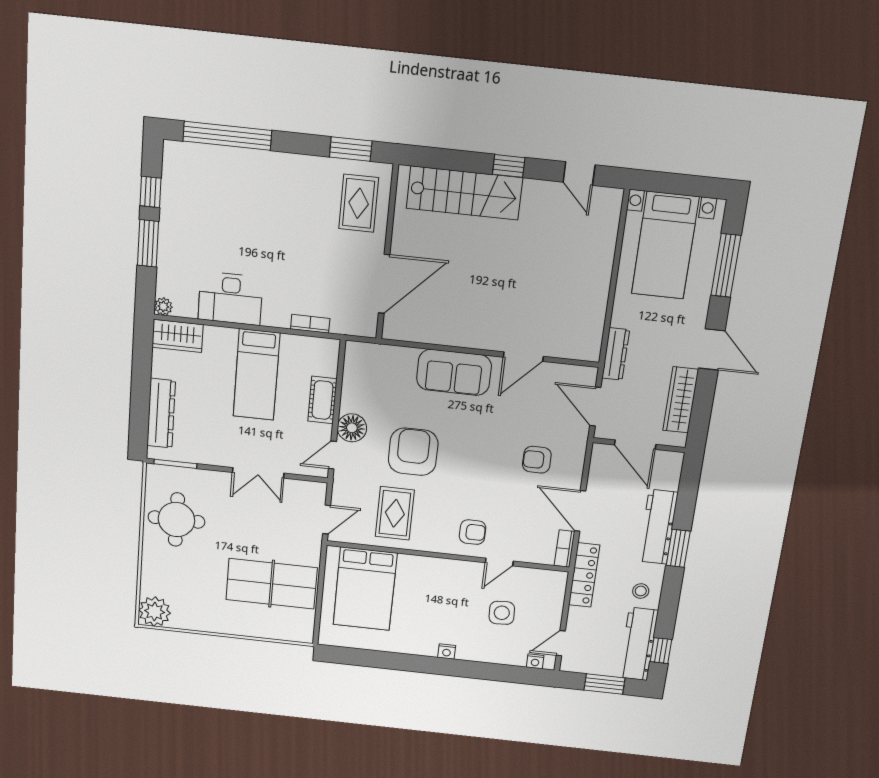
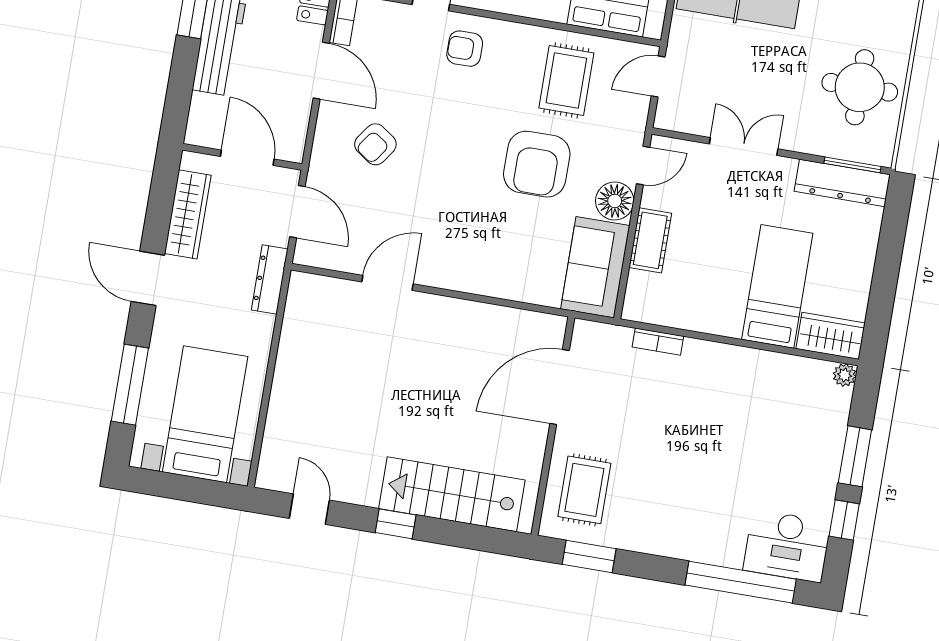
desk: (230, 298) -> (787, 546), moved, turned 180
sofa: (454, 372) -> (595, 267), moved, turned -90
bed: (256, 375) -> (777, 286), moved
dresser: (161, 413) -> (842, 183), moved, turned -90
armchair: (537, 460) -> (375, 144), turned 125

